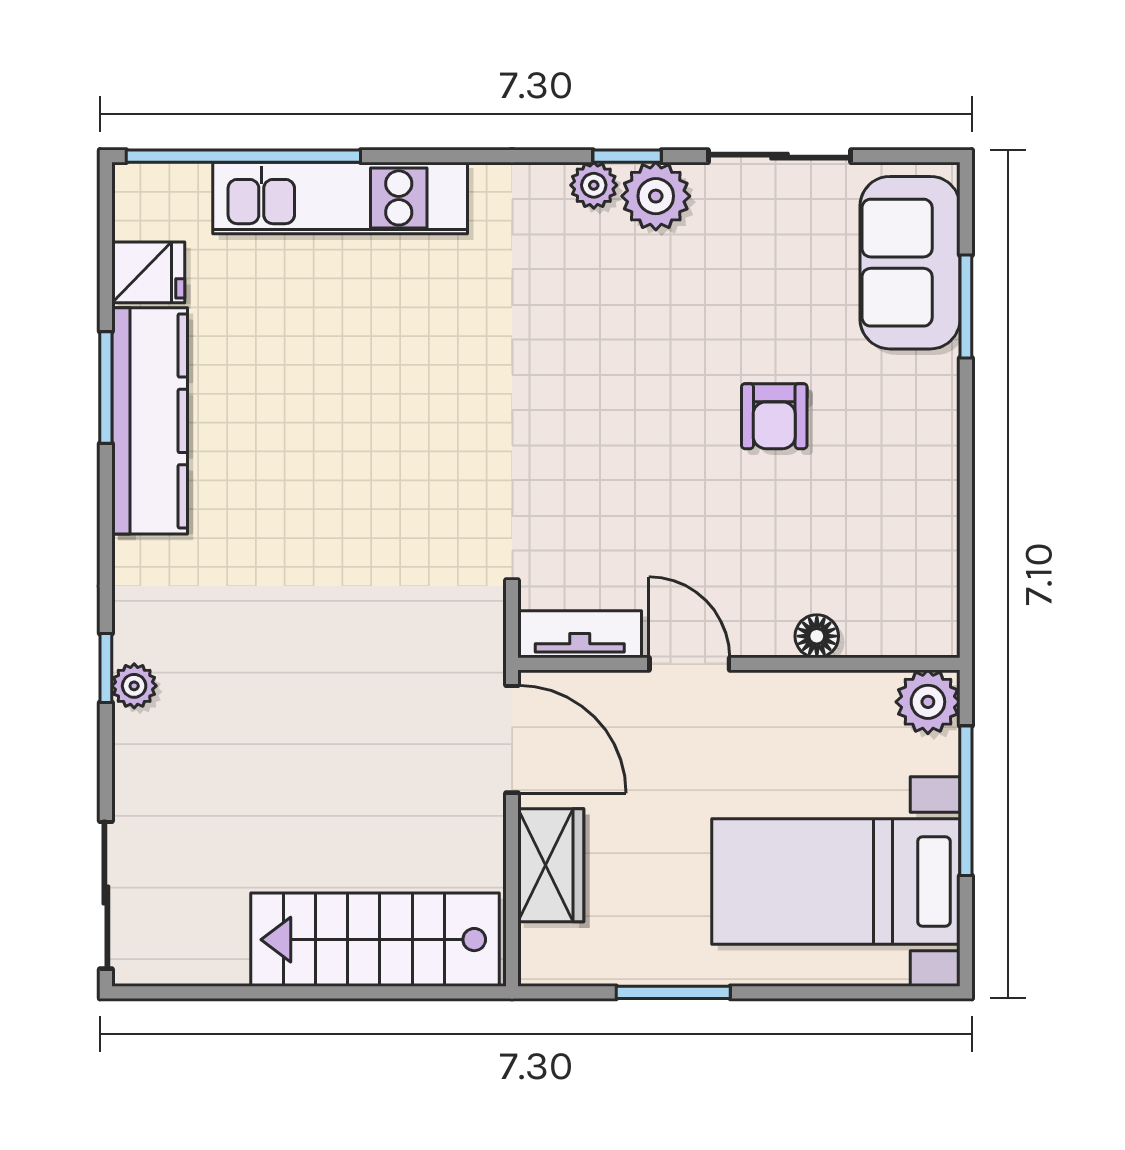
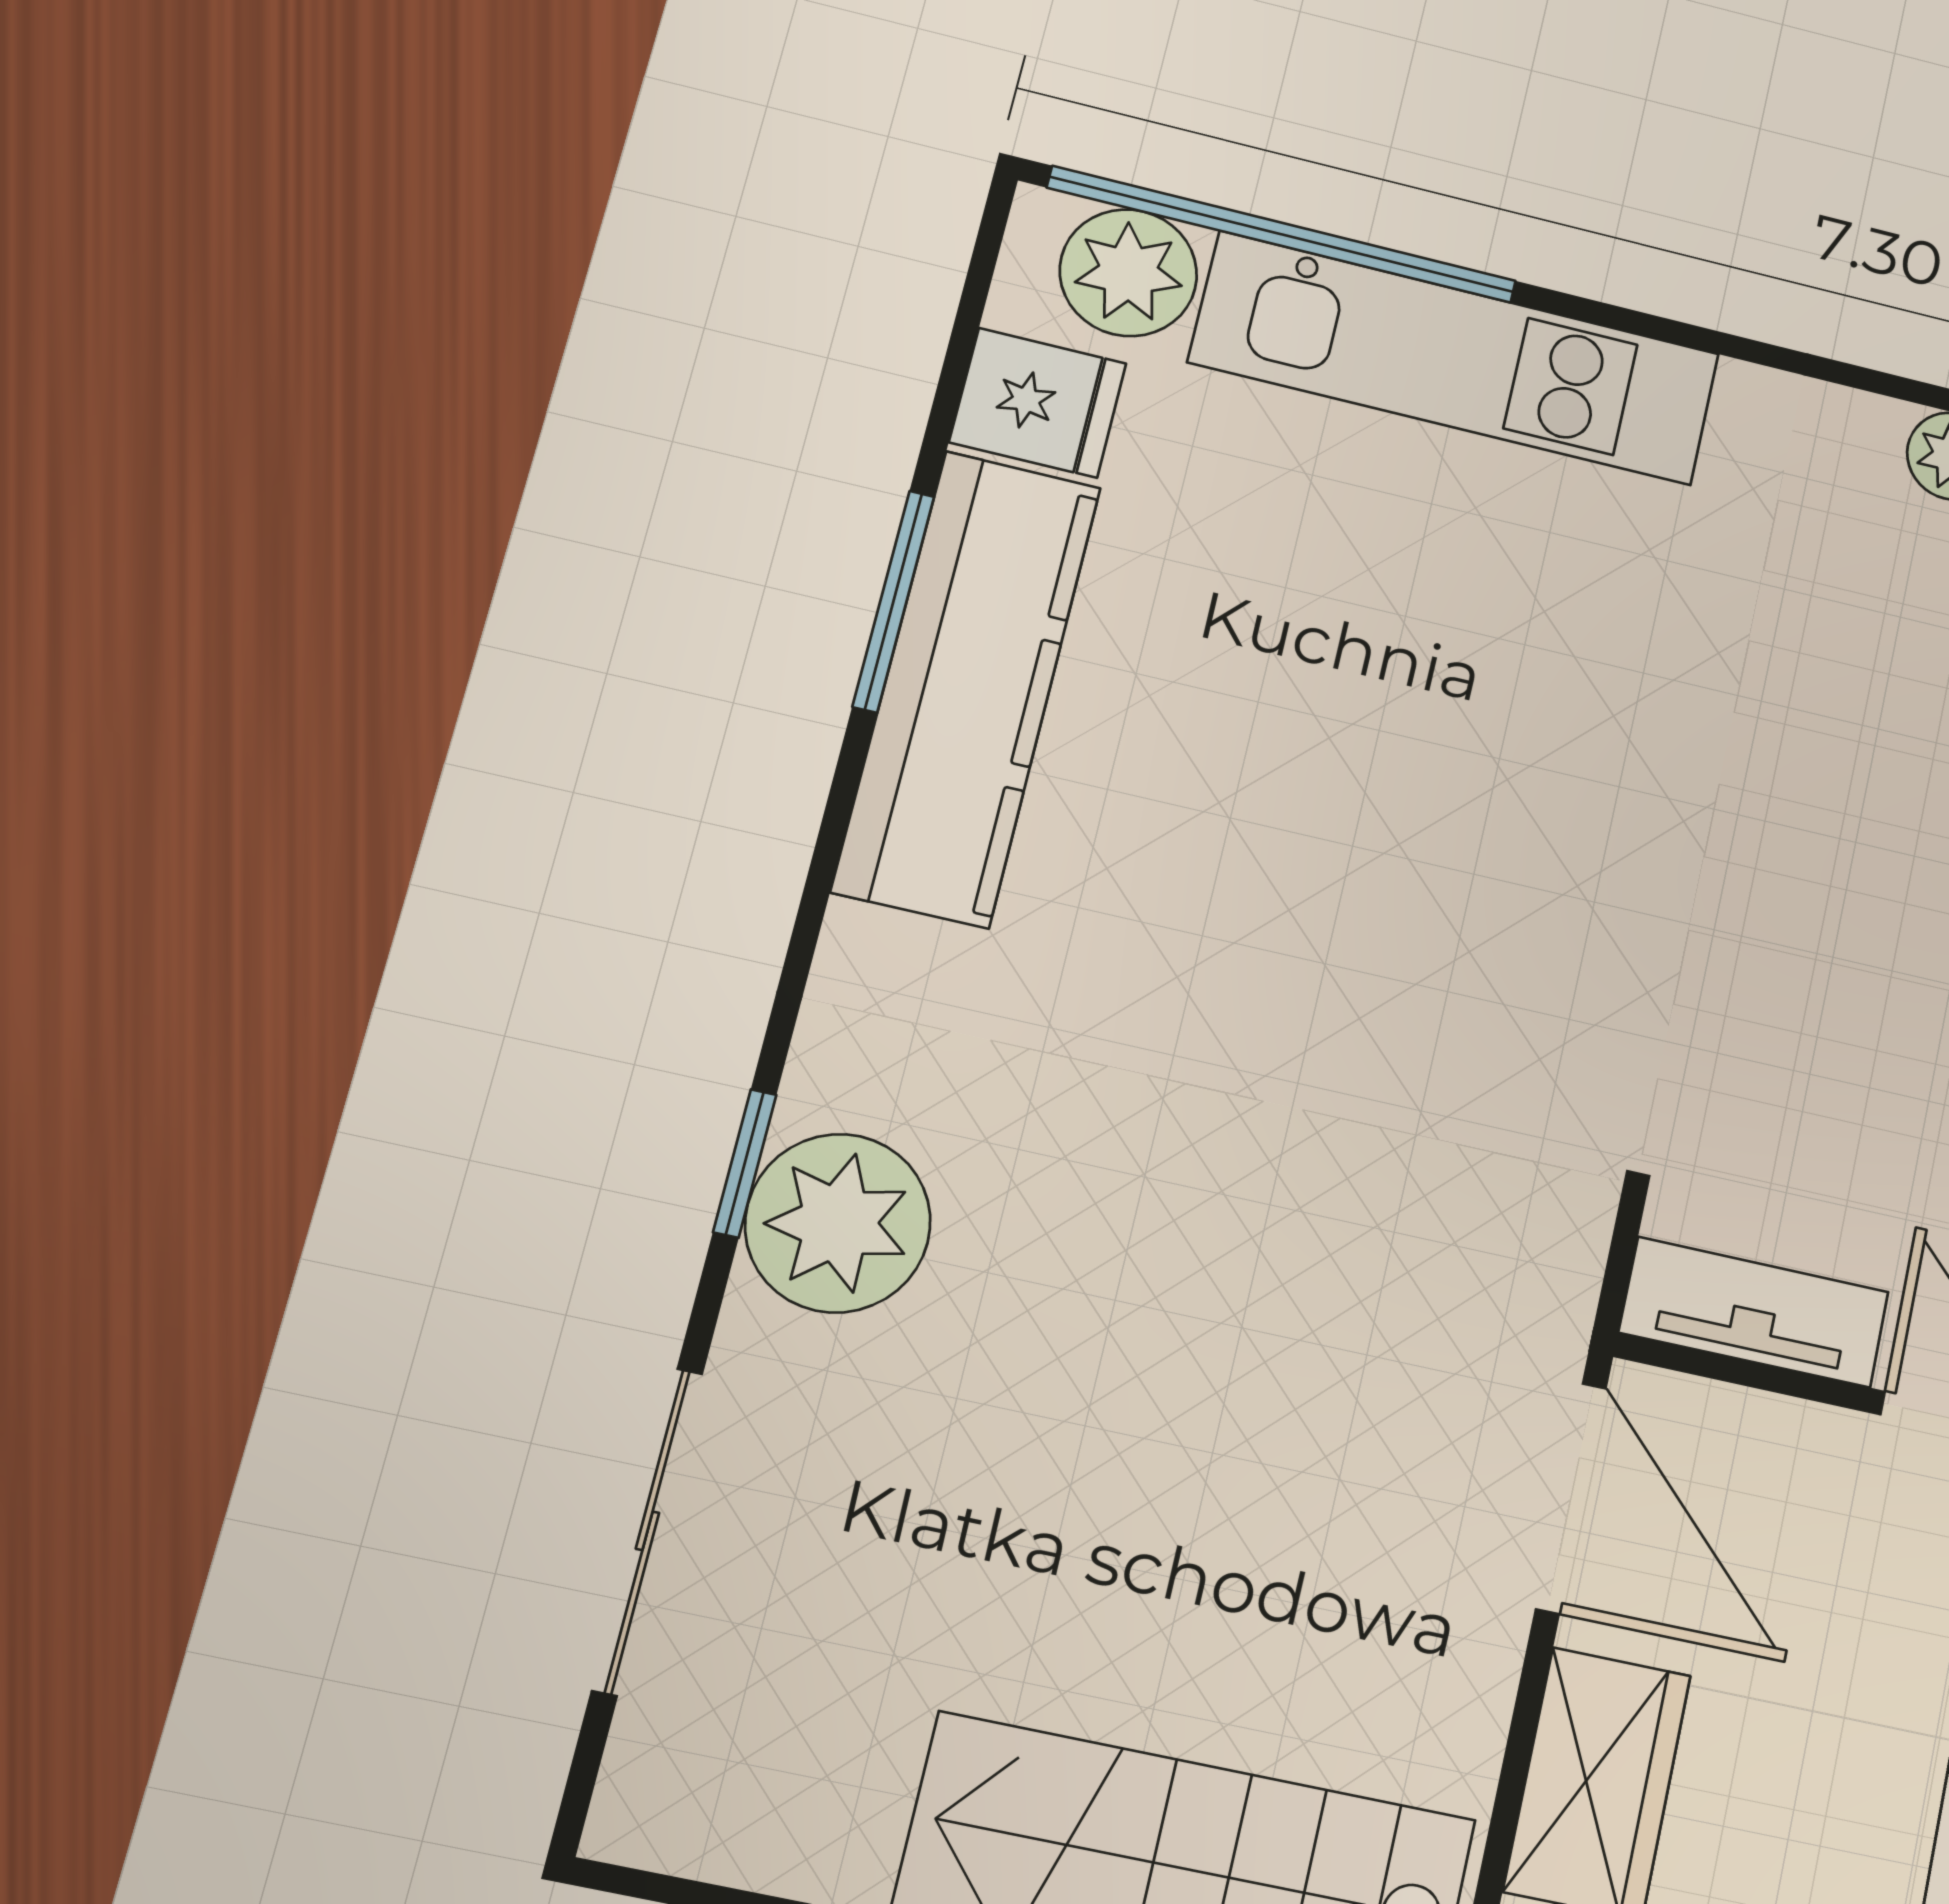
plant: (175, 195) -> (1128, 273), added
plant: (134, 686) -> (838, 1223), width x1.87, depth x1.87
sliding door: (106, 895) -> (647, 1531), moved

